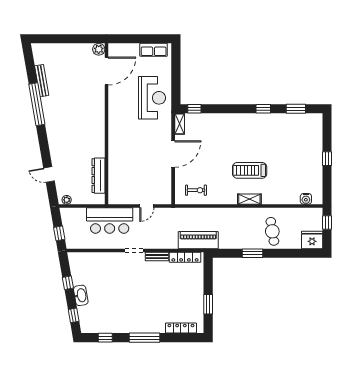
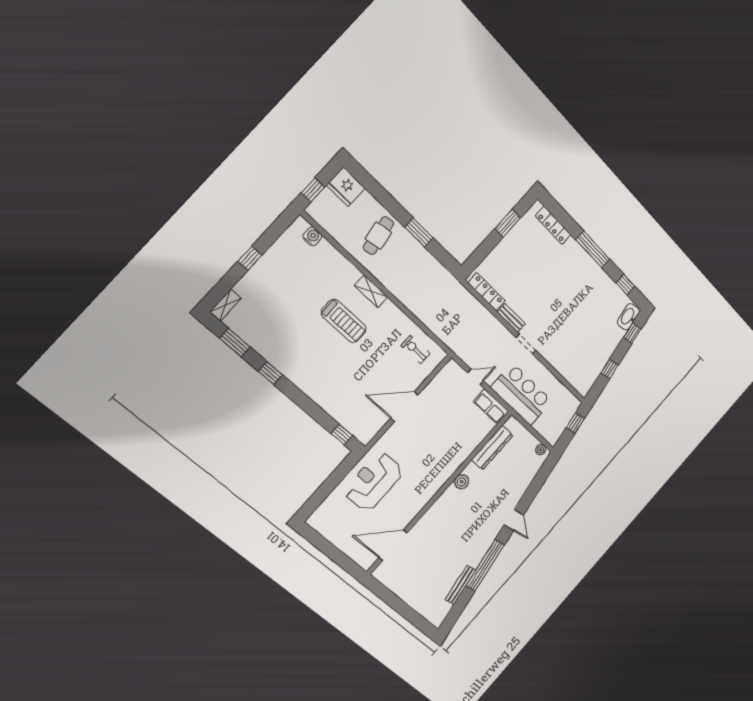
plant: (99, 49) -> (462, 482), moved
row of seats: (154, 50) -> (491, 406), moved, turned 180
shelving: (180, 124) -> (225, 305), moved
door: (49, 174) -> (514, 520), moved
piano: (198, 240) -> (459, 297), removed
washbasin: (81, 295) -> (628, 317), moved

